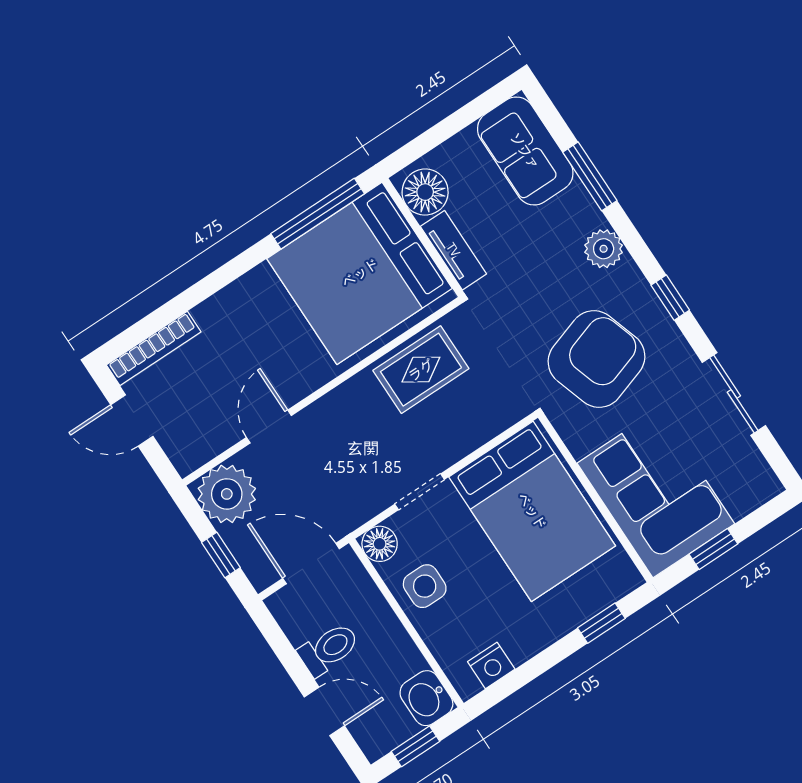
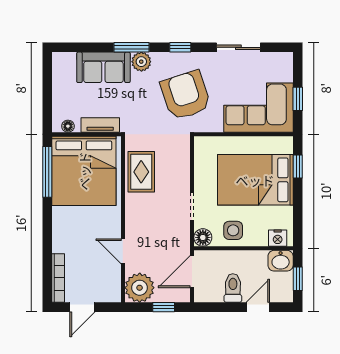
sofa: (525, 151) -> (103, 67), moved
window: (590, 176) -> (132, 47), moved
floor lamp: (425, 192) -> (68, 126), width x0.53, depth x0.53
bed: (532, 511) -> (255, 180), moved, turned 180
nightstand: (491, 665) -> (278, 238), moved, turned 90

